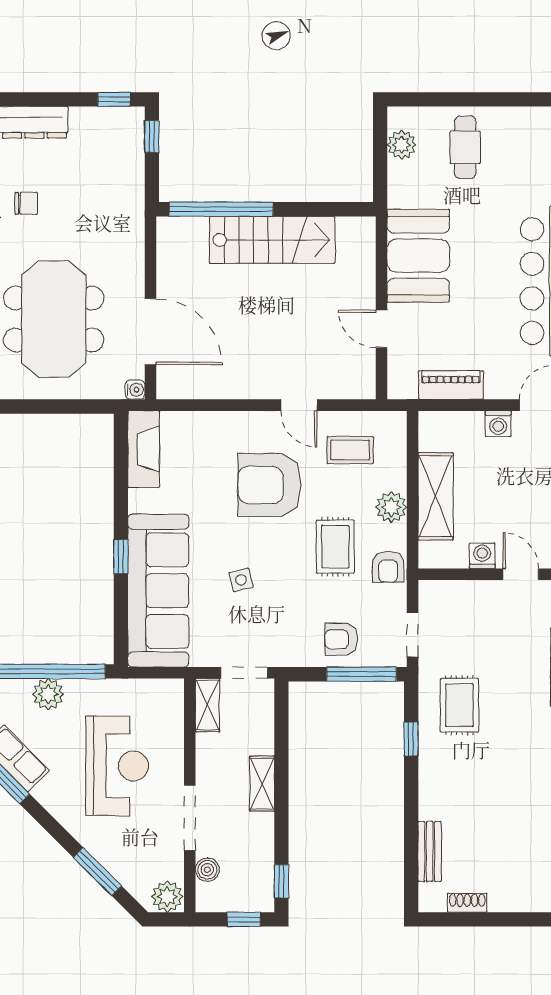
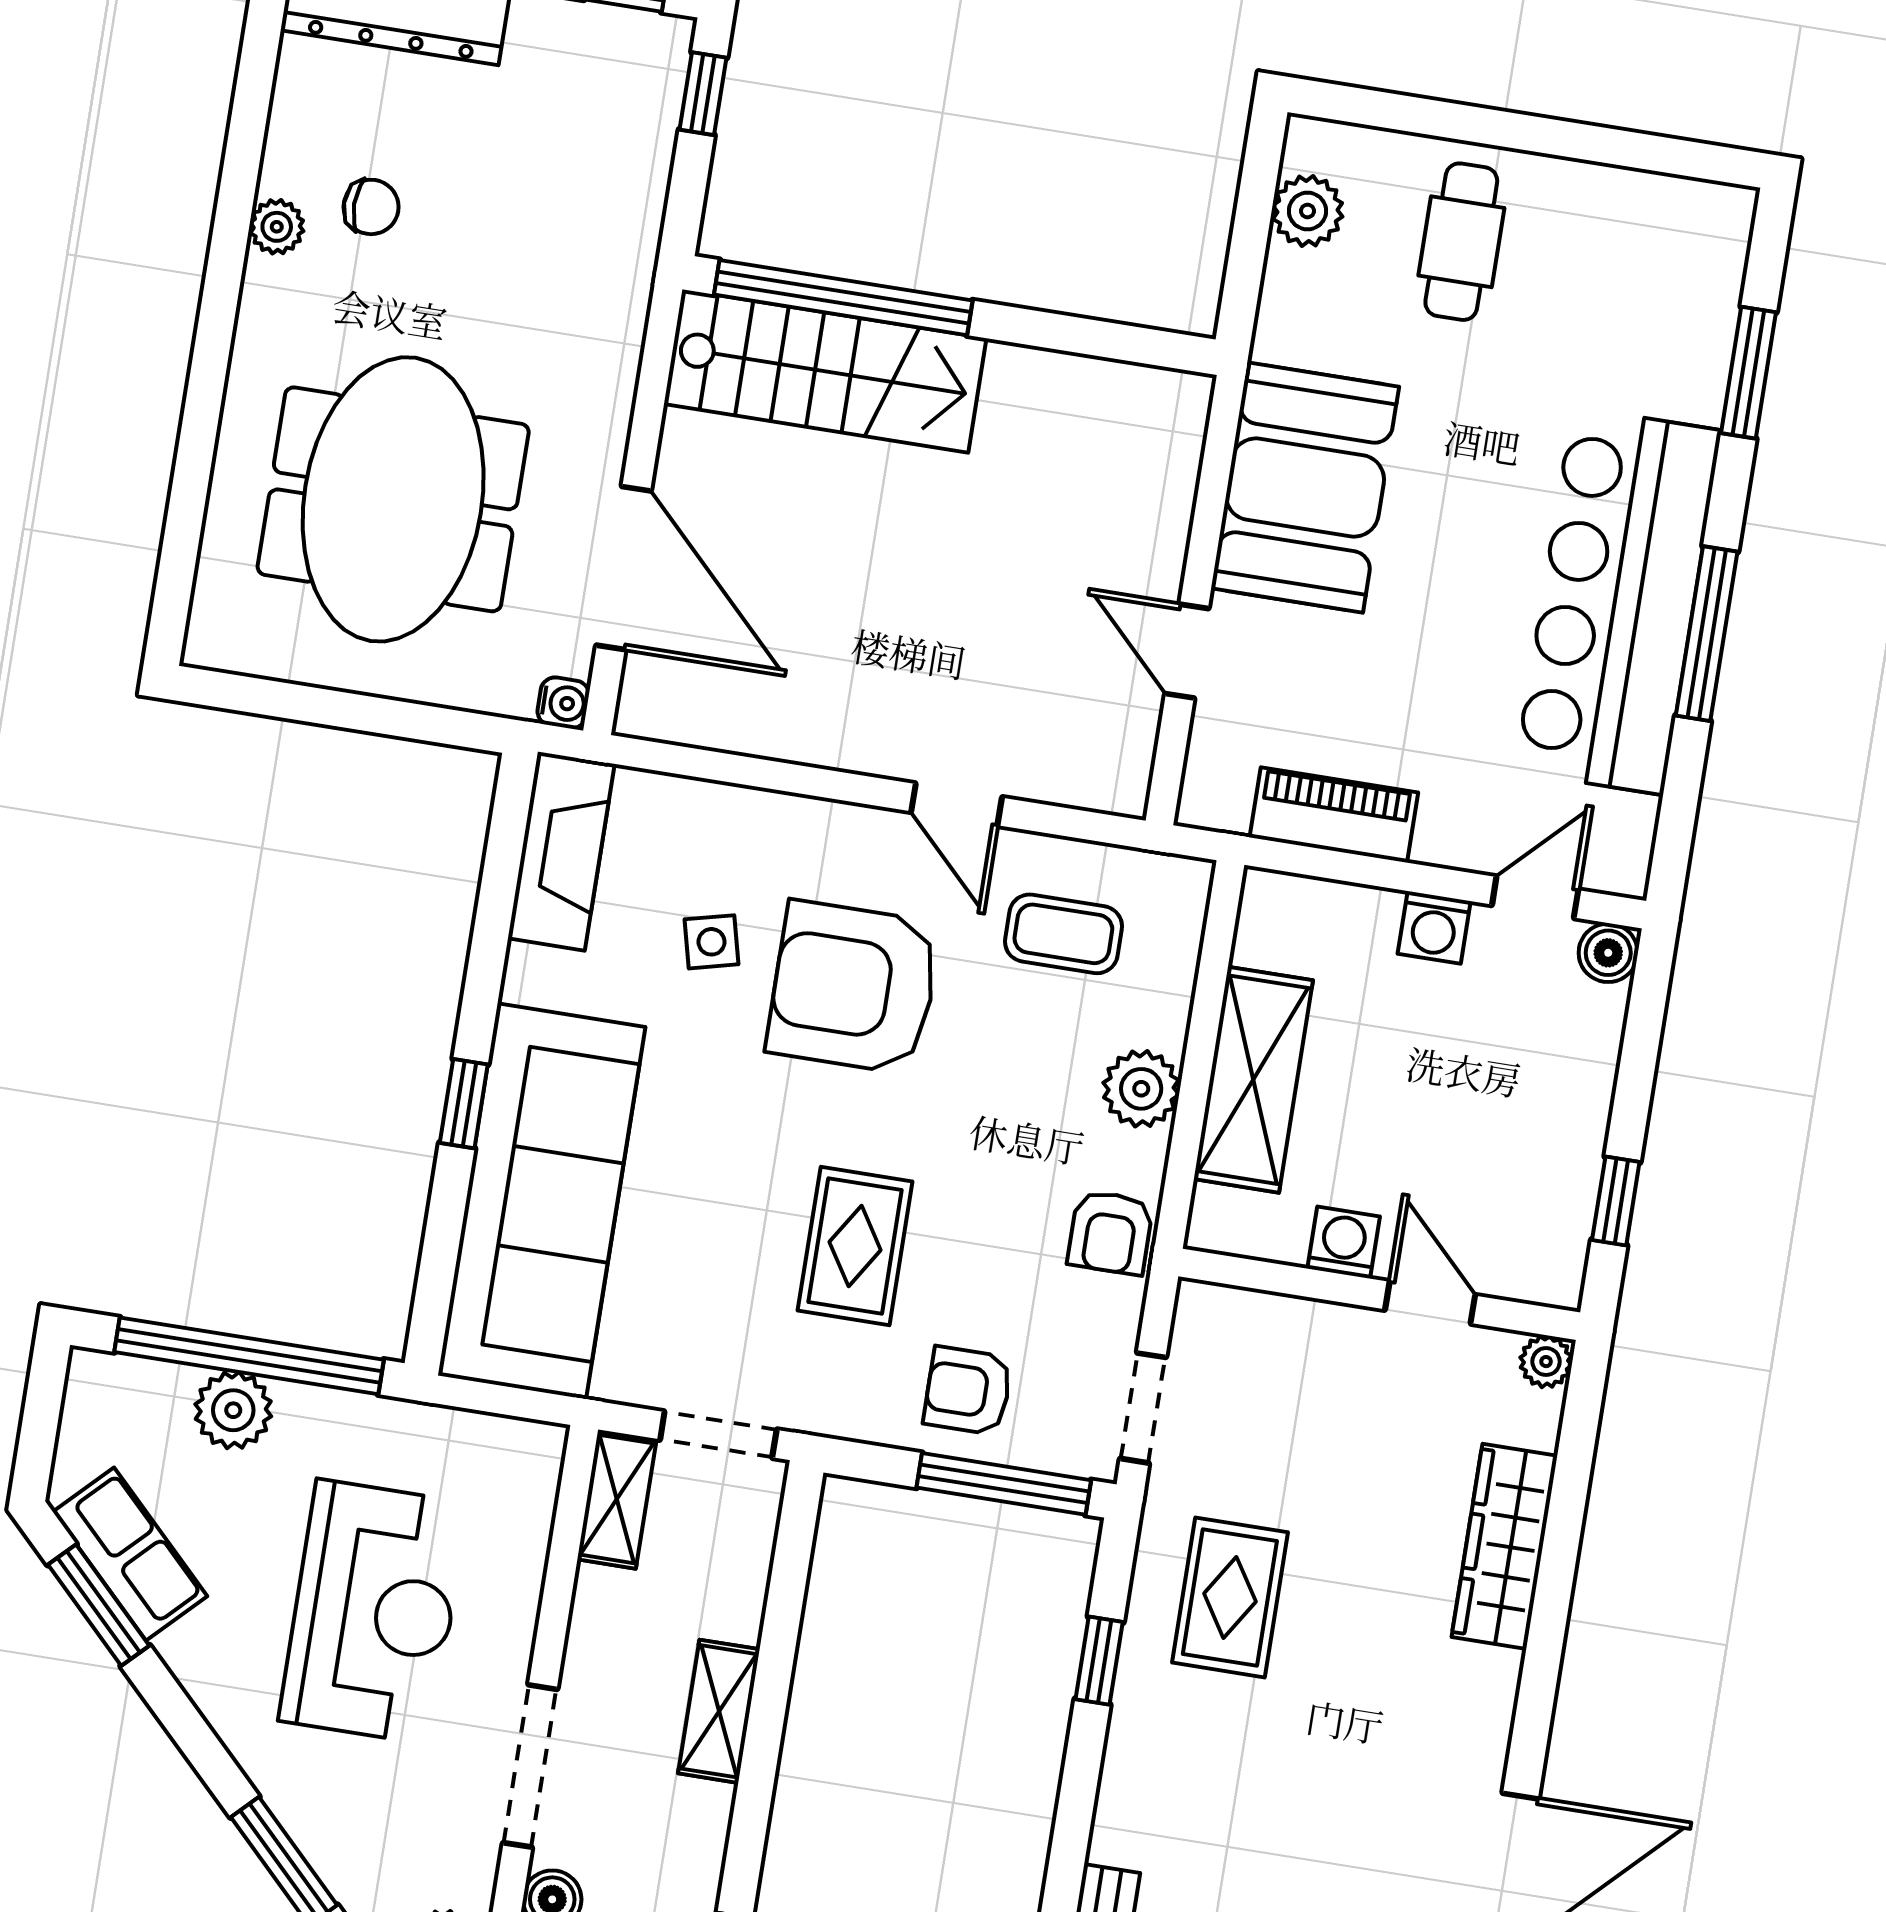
stairs: (272, 240) -> (825, 371), moved
rug: (335, 547) -> (855, 1246), moved
side table: (241, 580) -> (711, 942), moved

